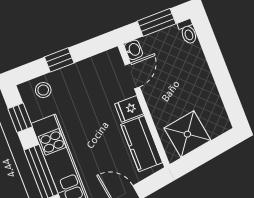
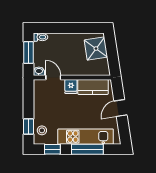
window: (59, 60) -> (29, 126), moved
shower: (187, 134) -> (96, 49), moved

